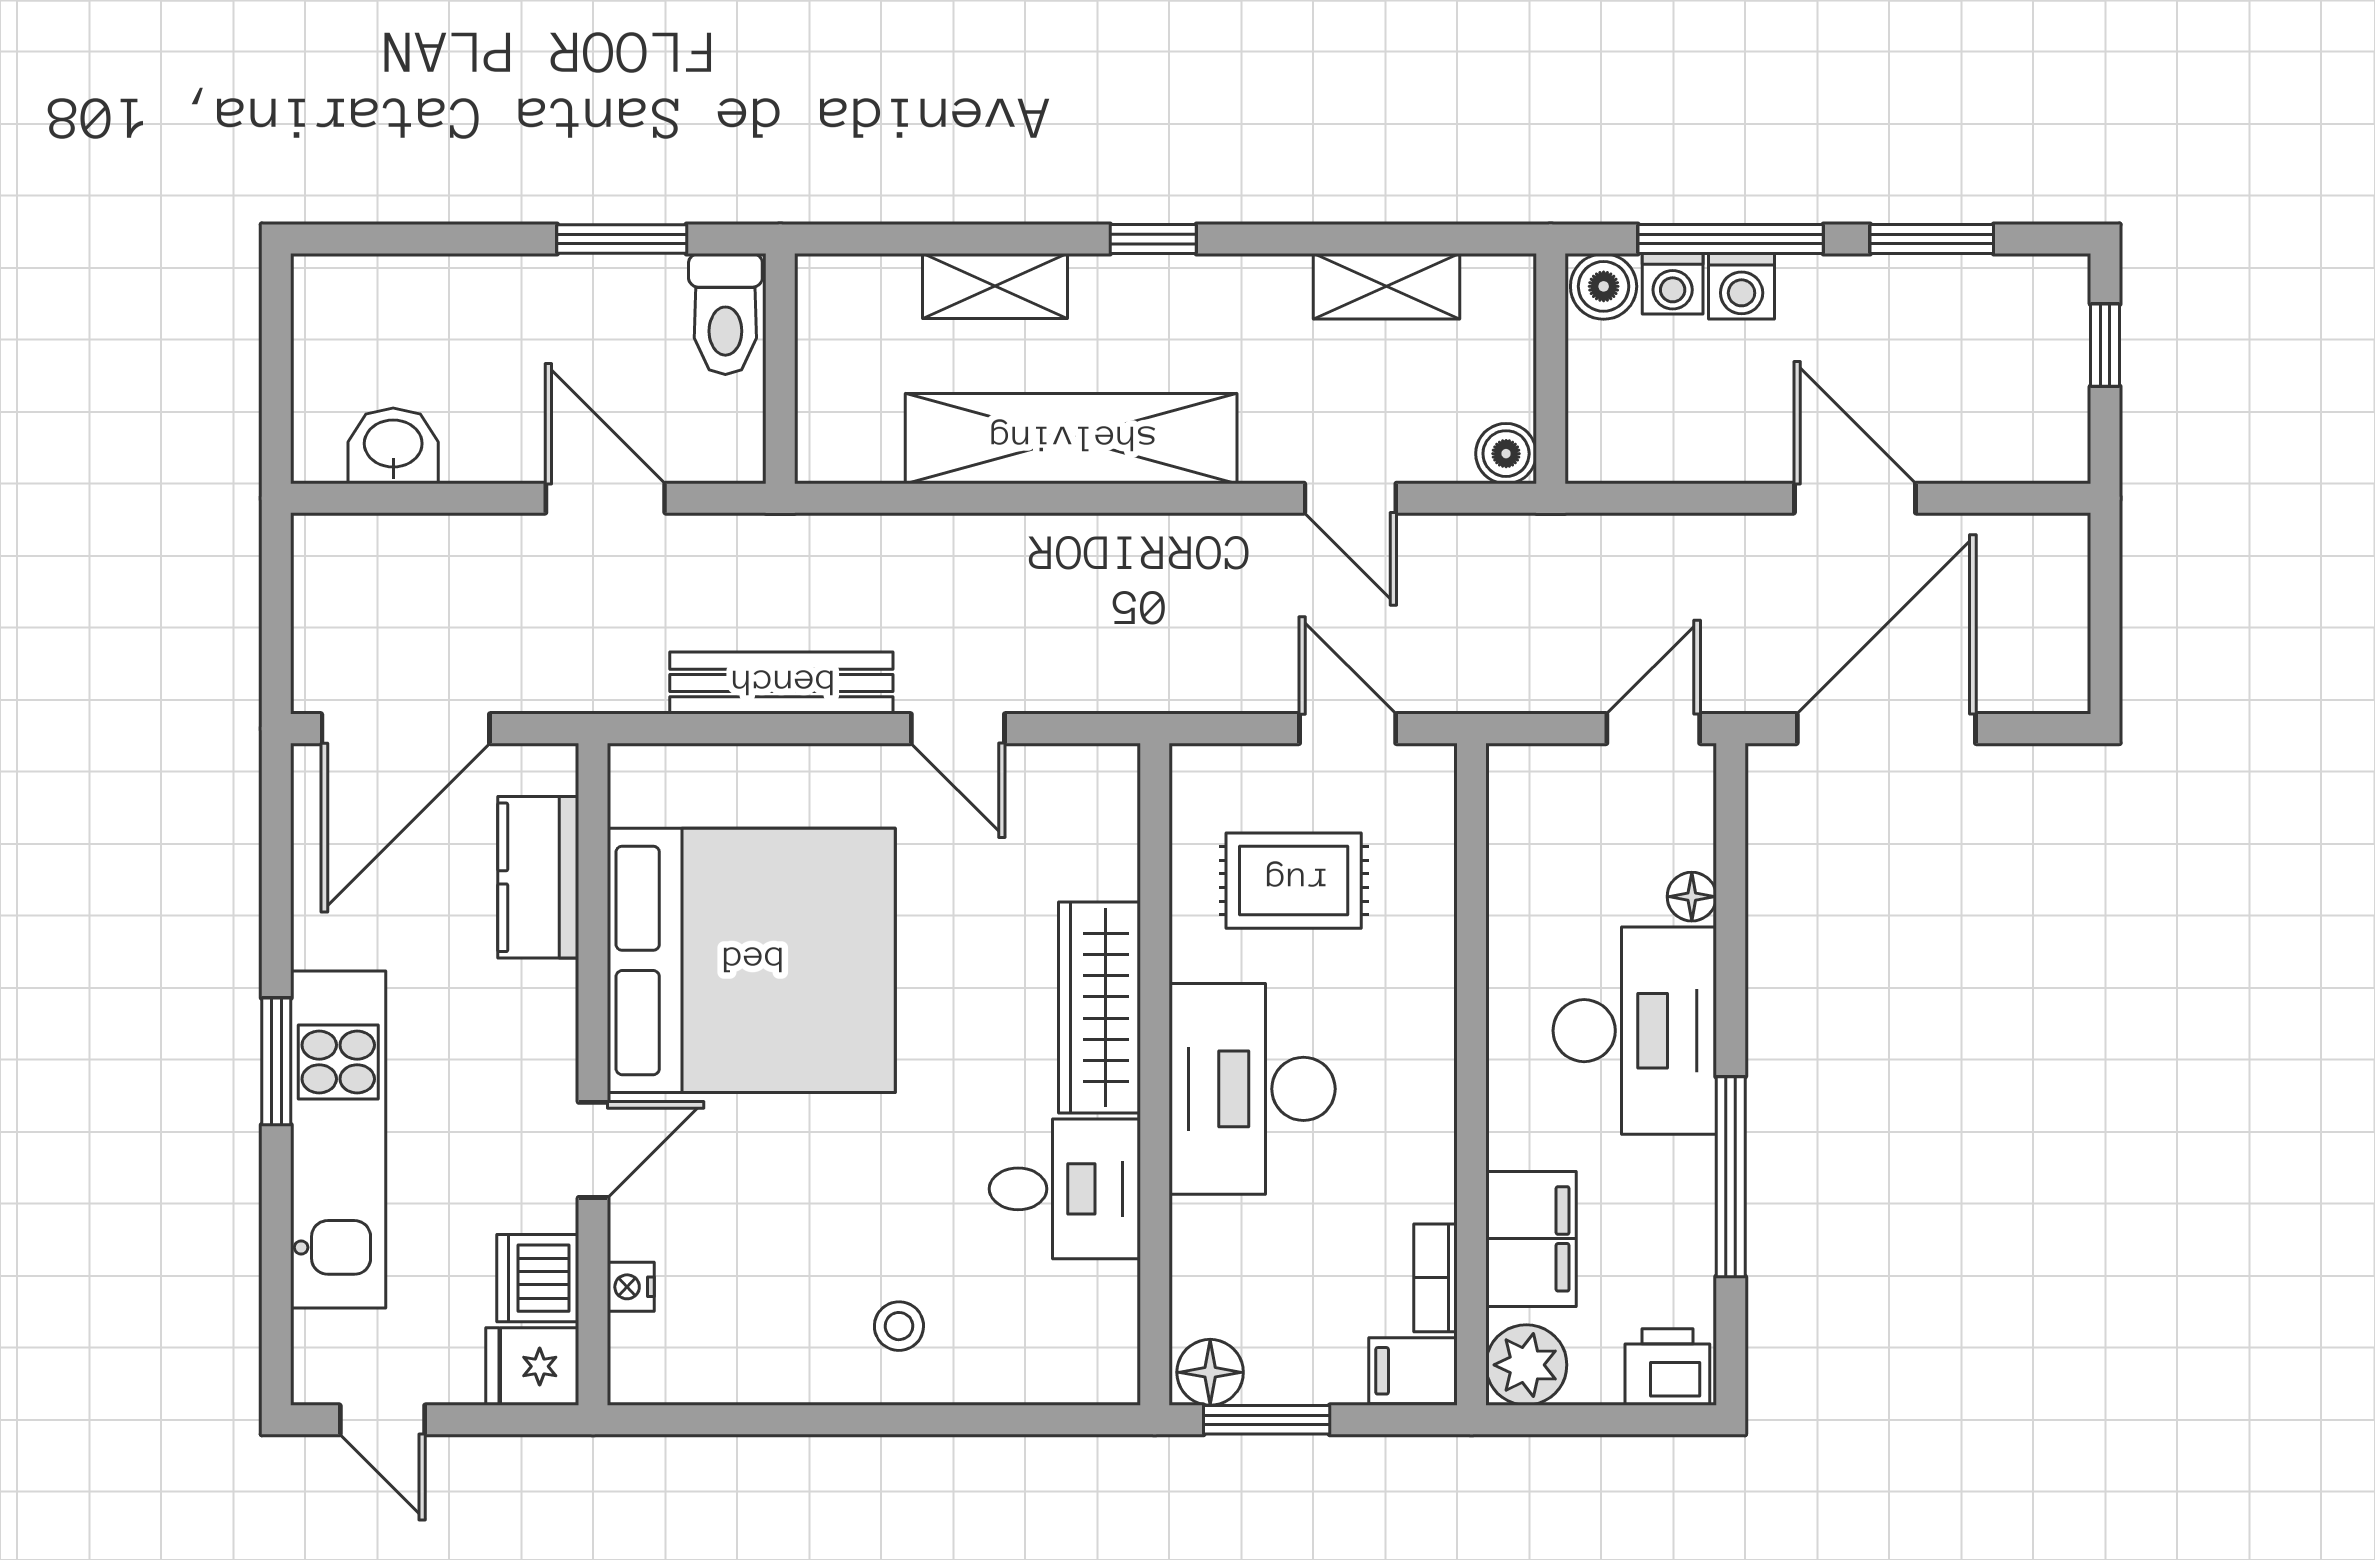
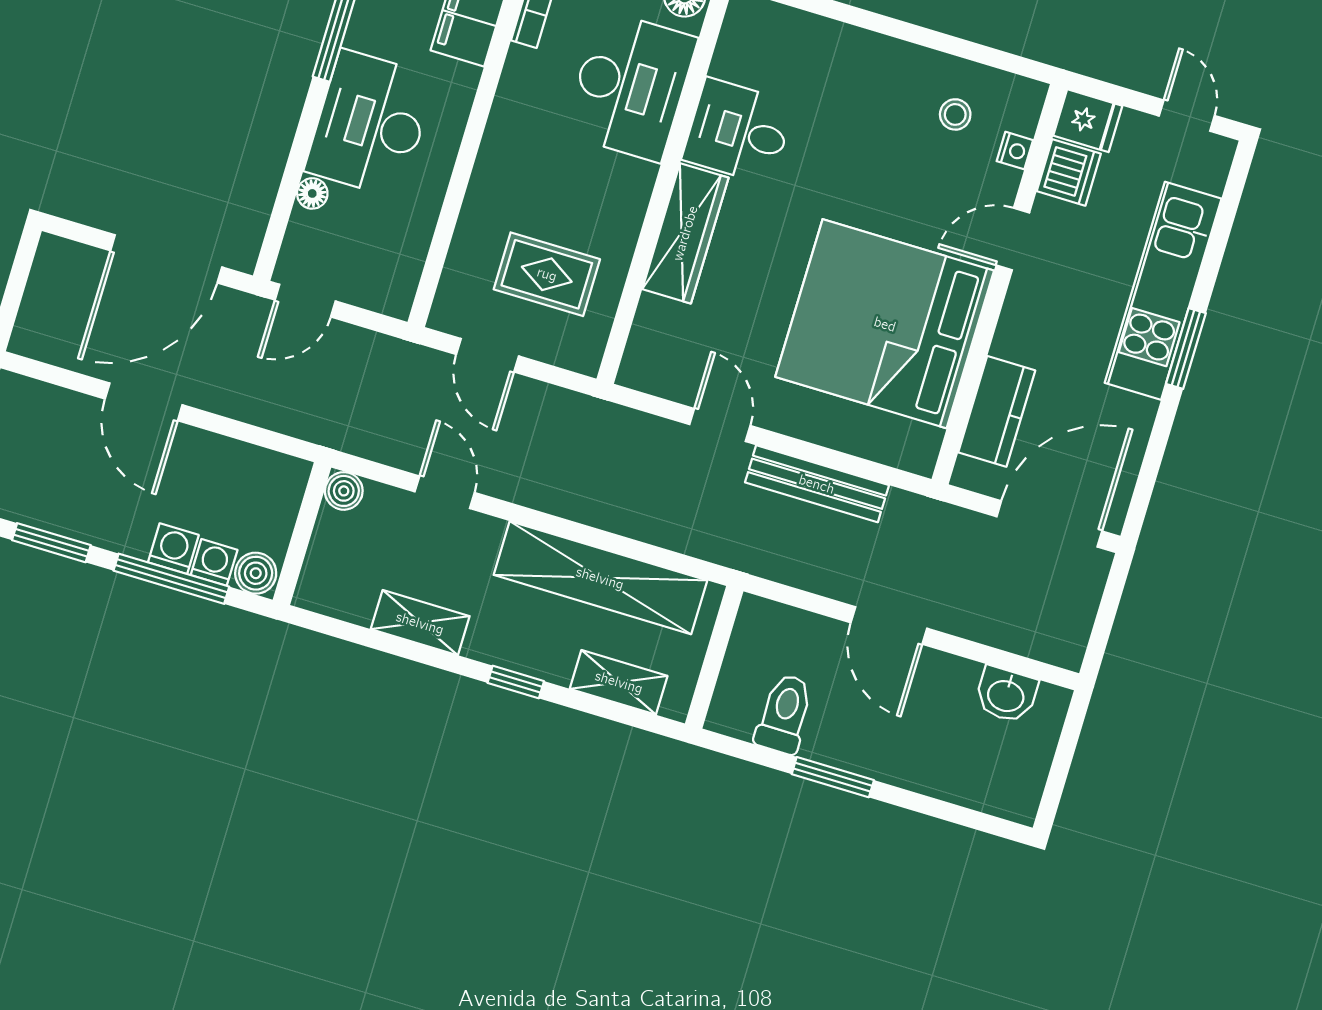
shelving: (1386, 286) -> (420, 623), moved
wall: (780, 369) -> (714, 657), moved
desk: (1252, 1089) -> (630, 86), moved
stool: (899, 1326) -> (955, 114), moved

